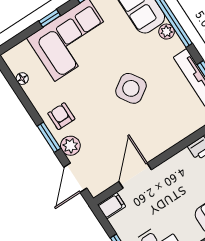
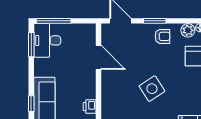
plant: (70, 146) -> (188, 30), moved
filing cabinet: (112, 206) -> (90, 32), removed

